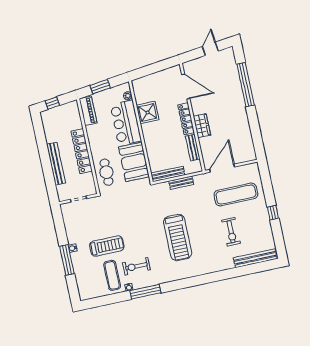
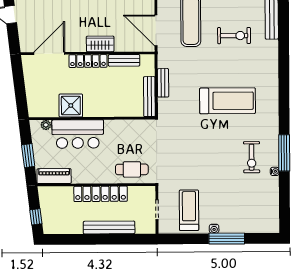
booth: (134, 162) -> (126, 134), removed
treadmill: (107, 246) -> (189, 210), moved
exercise mat: (112, 275) -> (256, 188), removed

